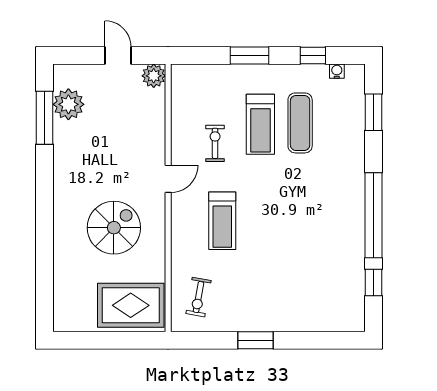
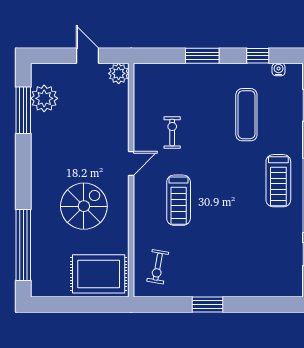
treadmill: (260, 124) -> (278, 181), moved
window: (45, 272) -> (23, 245), added

